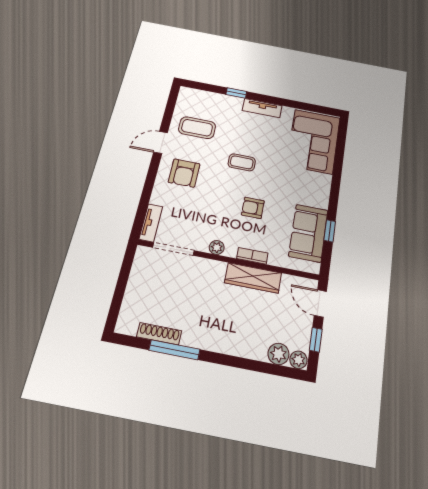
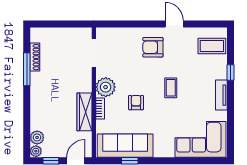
coffee table: (197, 128) -> (212, 46), moved, turned 90
tv unit: (151, 223) -> (110, 33), removed
sofa: (308, 233) -> (125, 146), width x1.36
plant: (217, 247) -> (106, 87), width x1.87, depth x1.87

